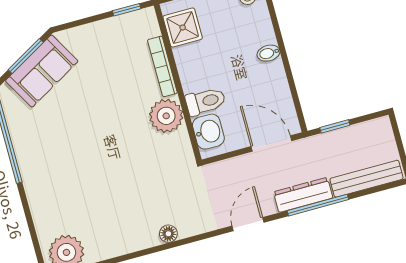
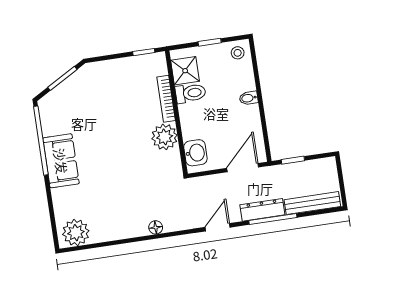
sofa: (42, 71) -> (61, 161), moved, turned -60
toilet: (205, 101) -> (191, 93), moved
door: (271, 144) -> (243, 168), hinge flipped

